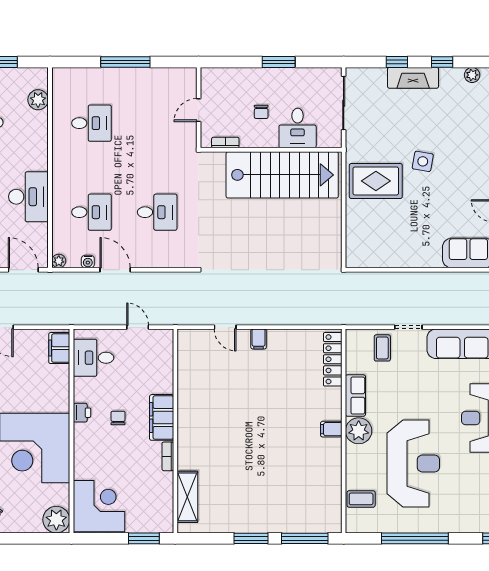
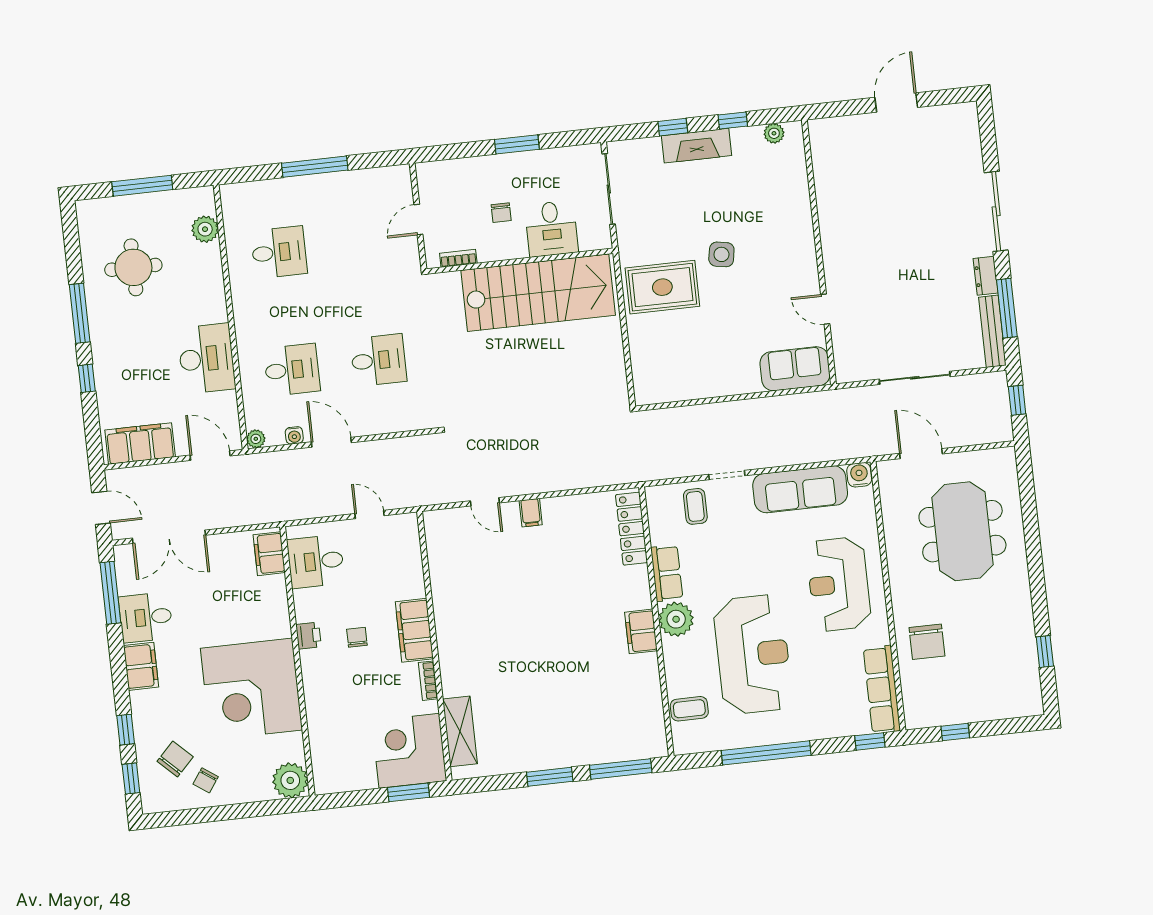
filing cabinet: (331, 429) -> (641, 631), width x2.00
corner desk: (99, 506) -> (409, 751), moved, turned -90

